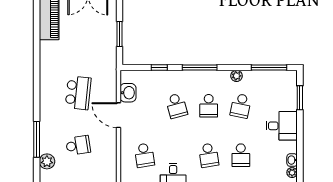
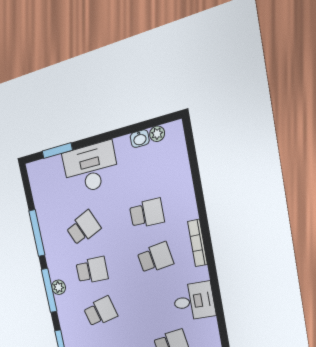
window: (269, 68) -> (37, 233), moved
plant: (237, 76) -> (59, 287), moved
school desk: (241, 106) -> (83, 228), turned -36
desk: (282, 126) -> (90, 168), width x1.37

